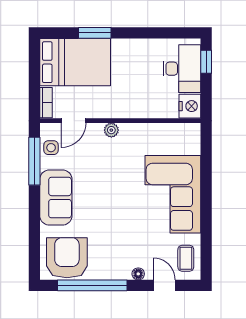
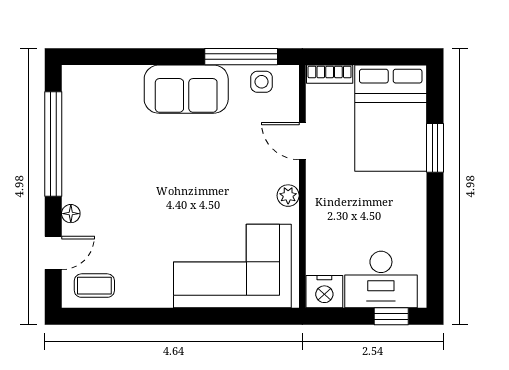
door: (73, 121) -> (302, 141), moved
plant: (111, 130) -> (288, 196), moved
corner sofa: (173, 194) -> (232, 266), moved
armchair: (67, 258) -> (95, 106), removed

